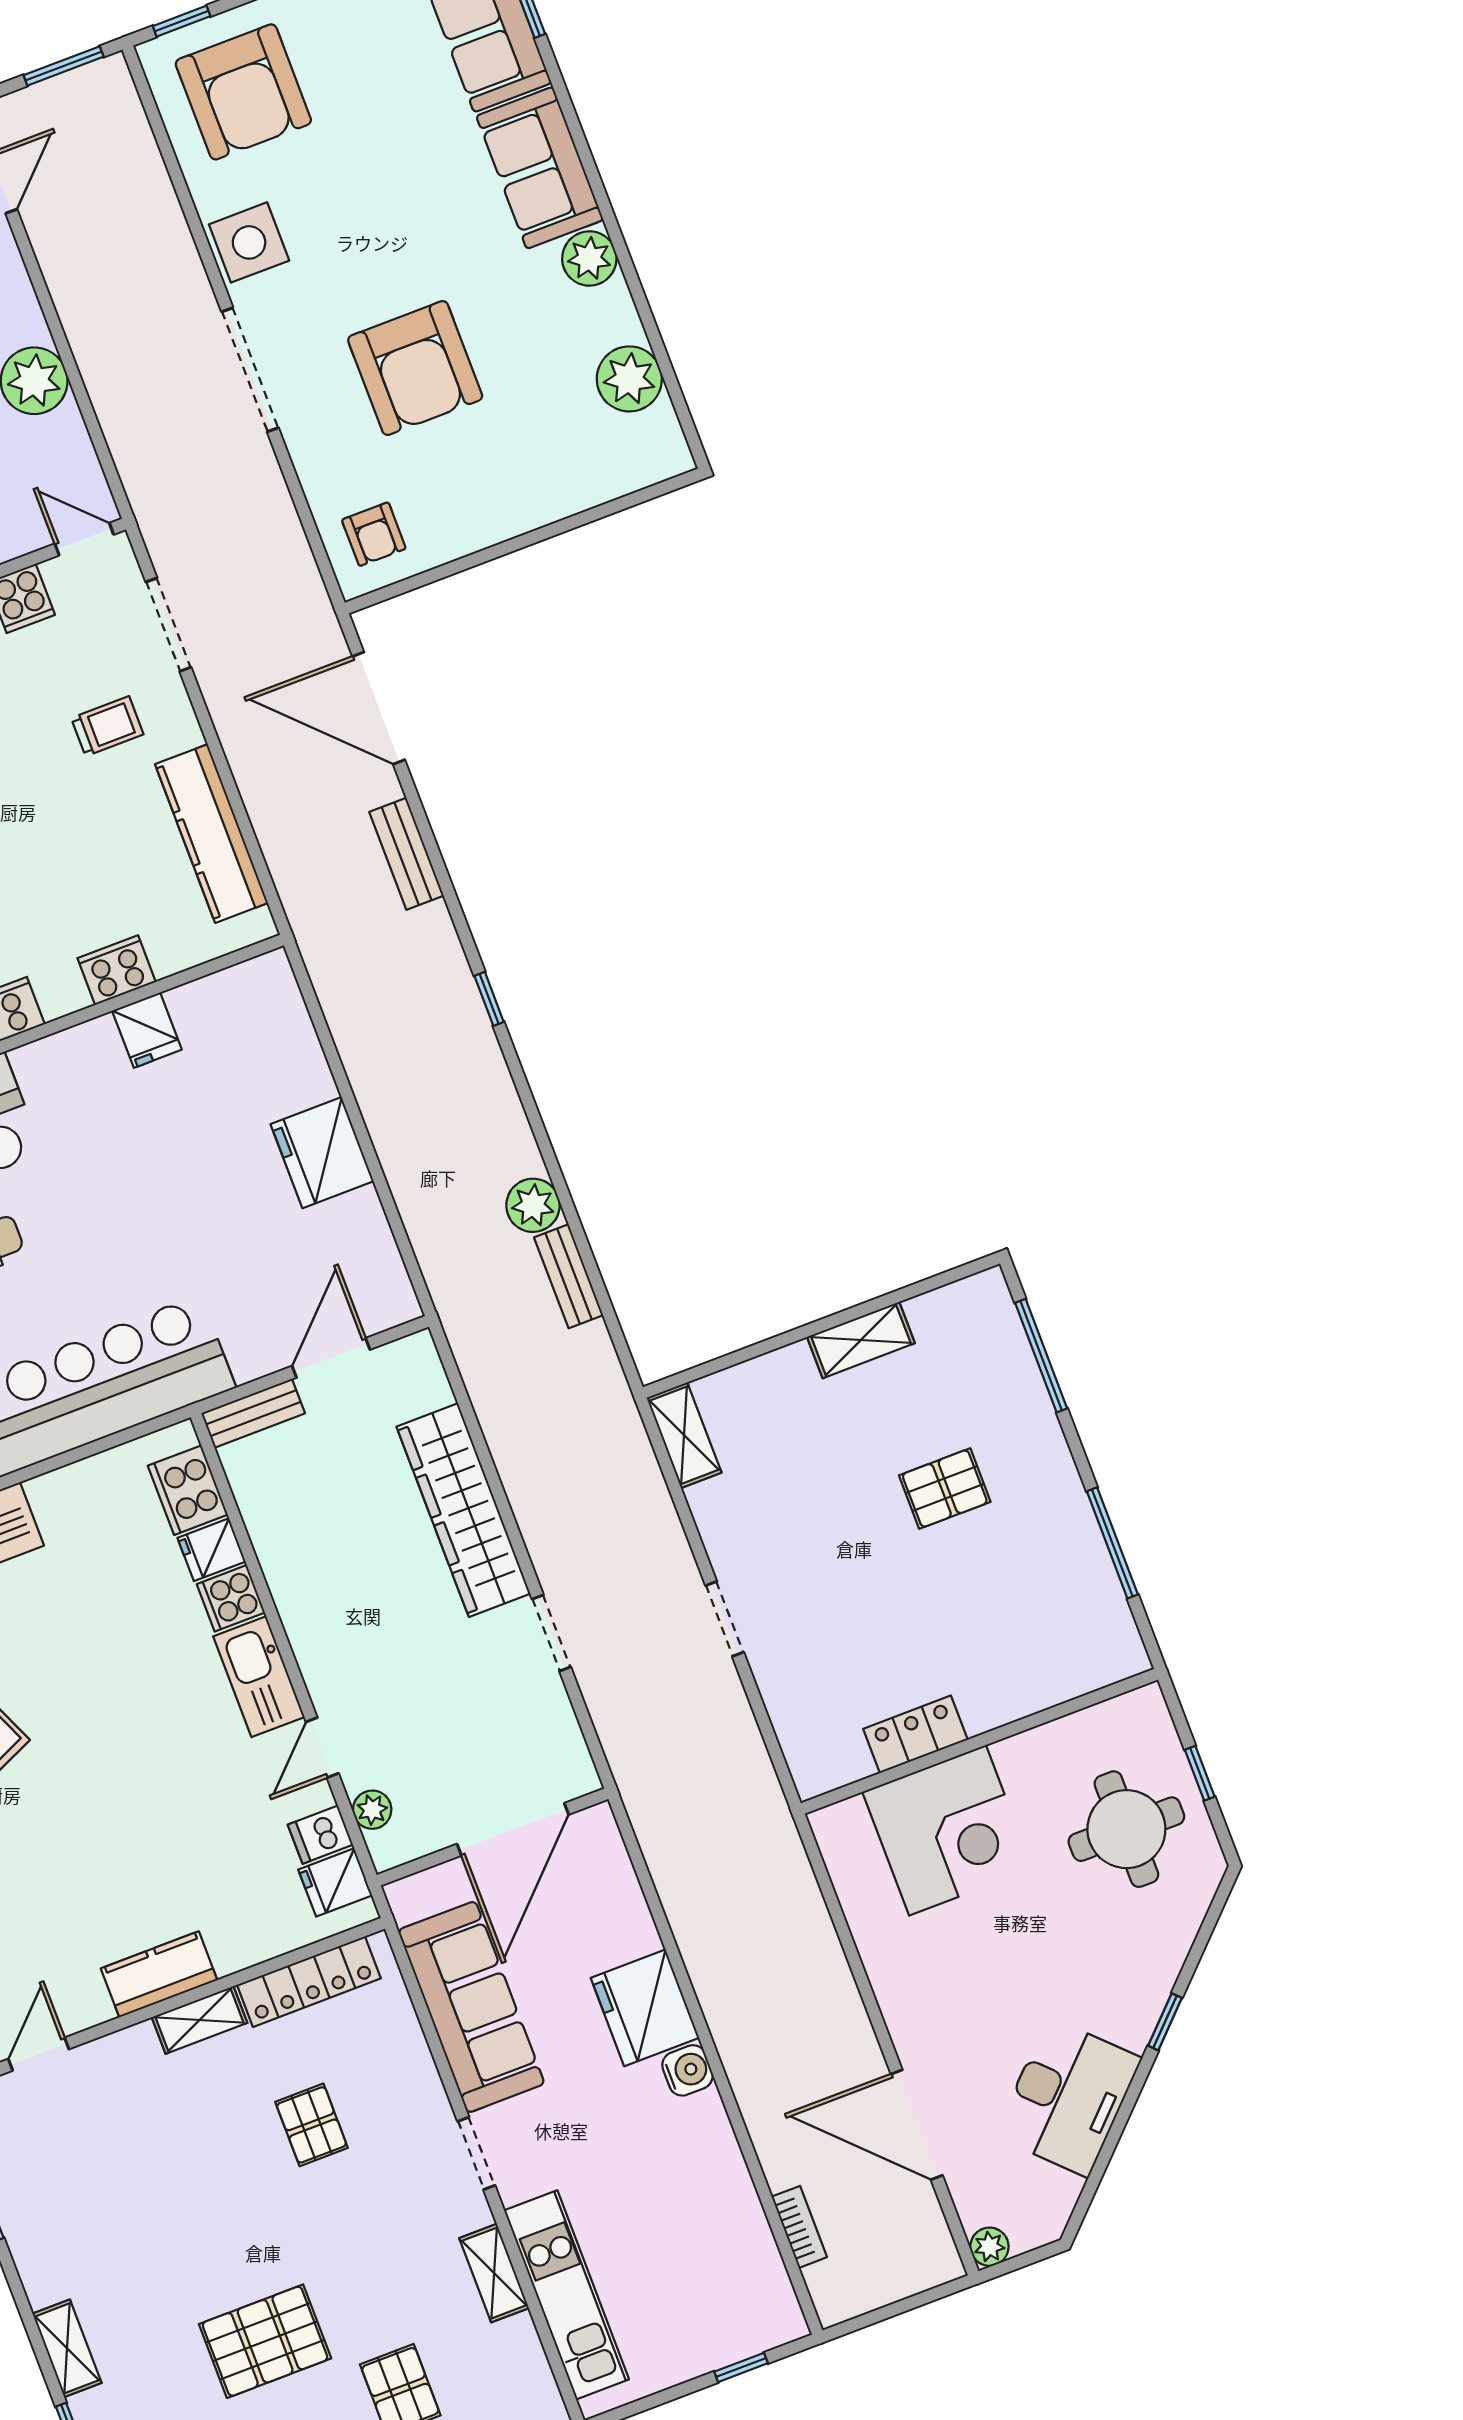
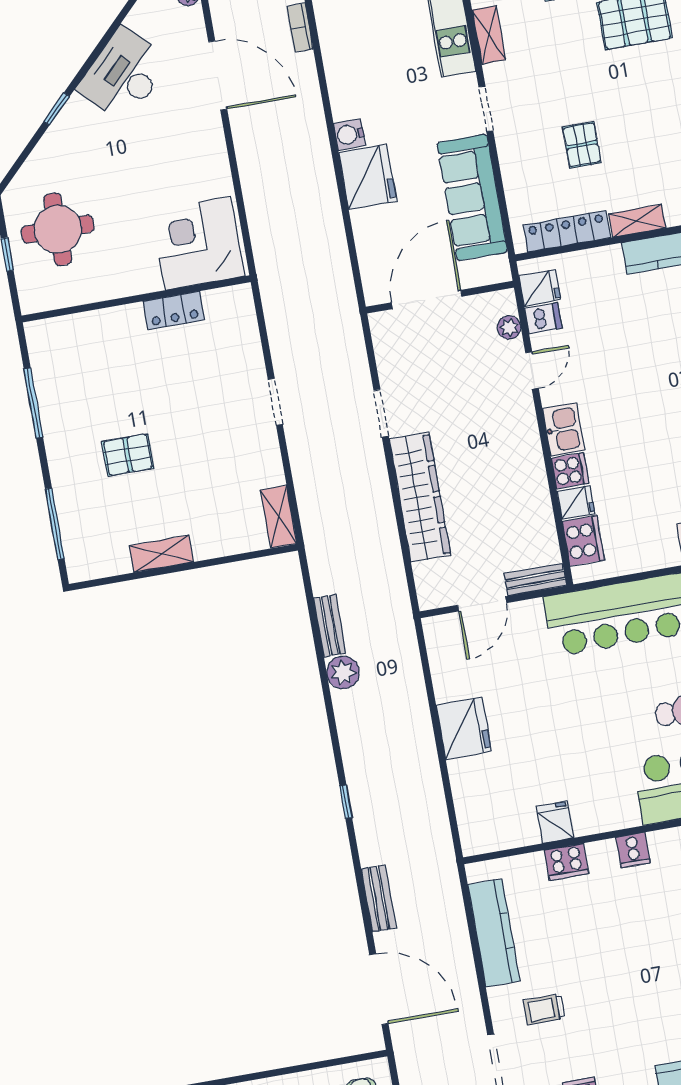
kitchen sink: (259, 1677) -> (564, 429), width x0.73
corner desk: (947, 1830) -> (198, 243), moved

